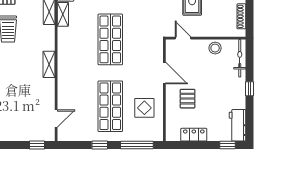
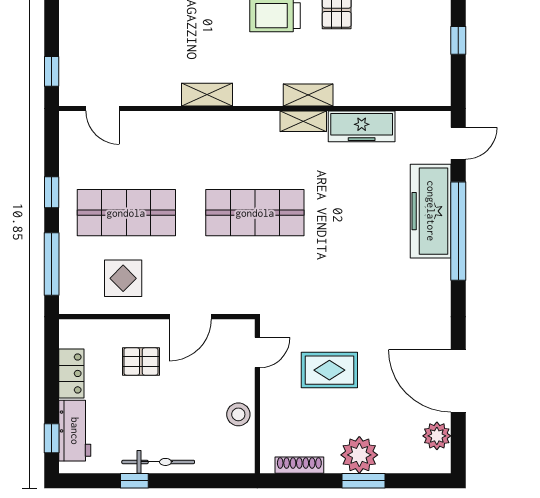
bicycle: (240, 58) -> (158, 462), moved
window: (250, 89) -> (134, 481), moved
workbench: (238, 125) -> (75, 431), moved, turned 90

